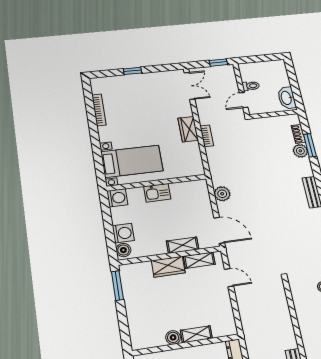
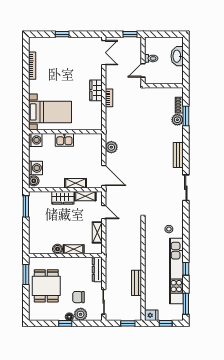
washbasin: (287, 98) -> (177, 56), moved
shelving: (225, 306) -> (97, 232), added

